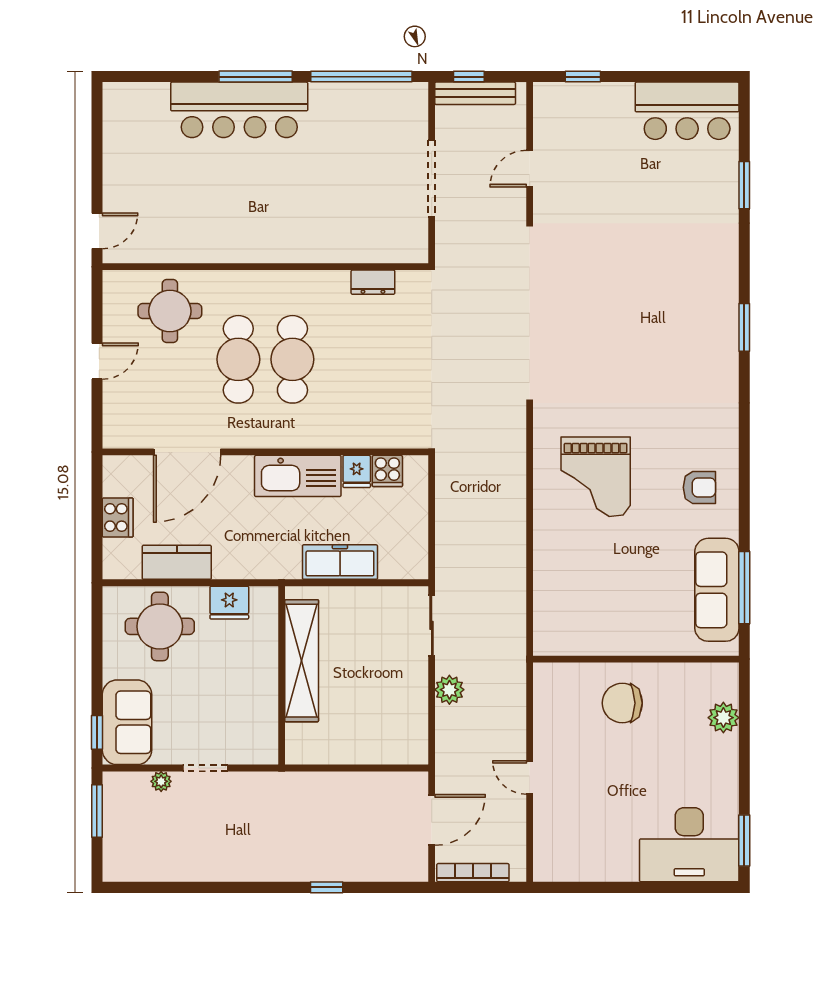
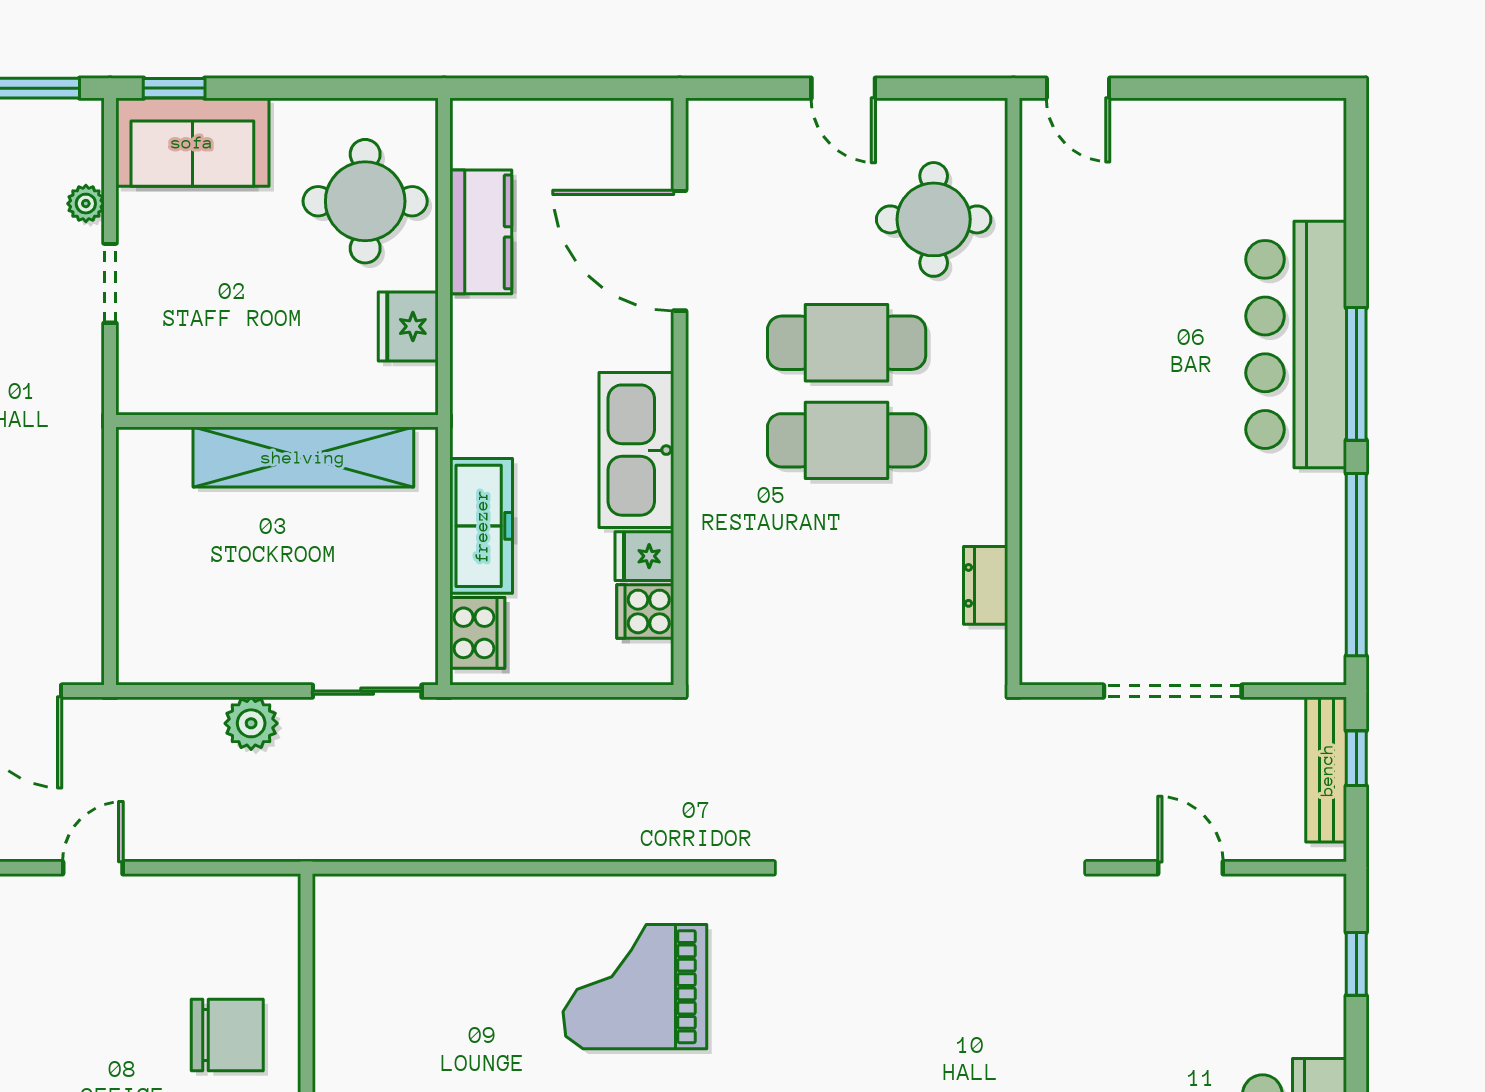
cooker: (118, 517) -> (477, 633), moved, turned -90
chair: (622, 703) -> (227, 1035), turned 90

